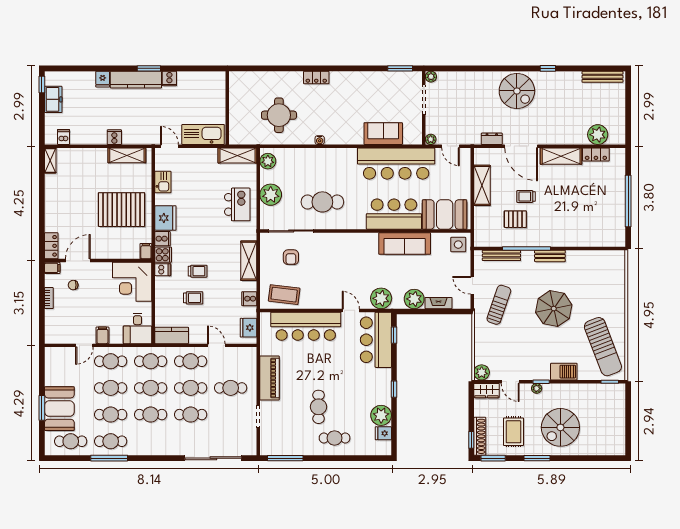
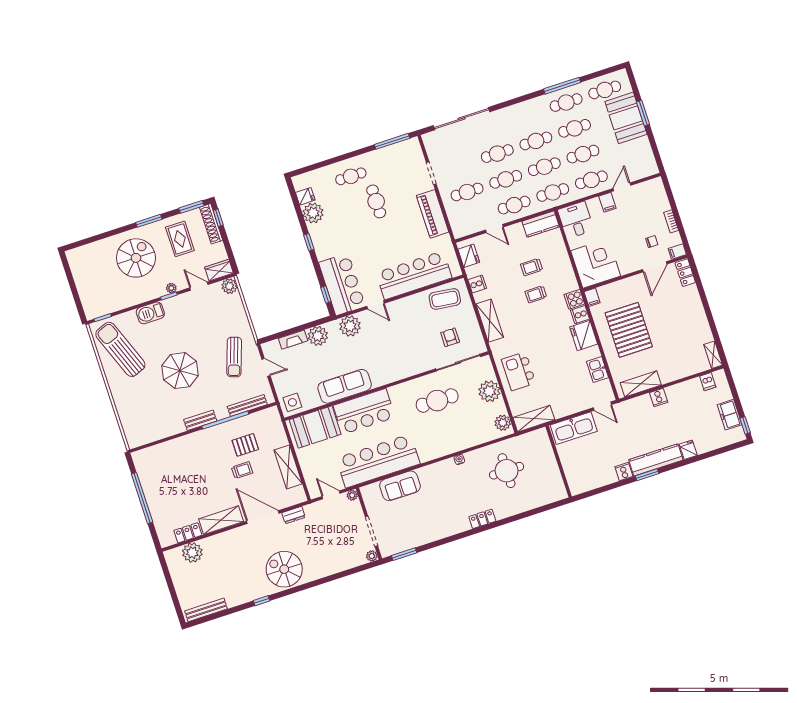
pallet: (122, 210) -> (629, 330), turned 90
dishwasher: (163, 270) -> (570, 285), removed

